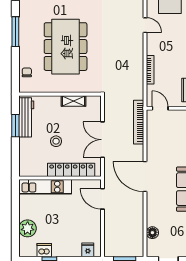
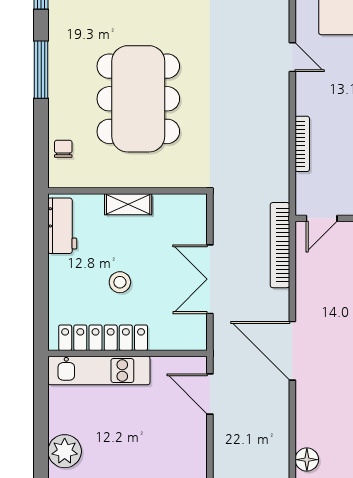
shelving: (74, 101) -> (128, 204), moved
door: (160, 108) -> (322, 218), swing flipped
workbench: (26, 117) -> (62, 226), width x0.73
window: (15, 126) -> (41, 252), removed
locker: (71, 170) -> (103, 338), moved

